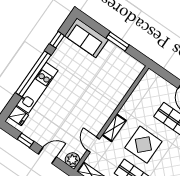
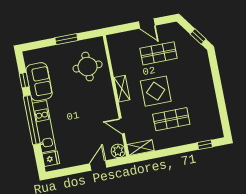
sofa: (86, 38) -> (39, 82), moved, turned -90
round table: (113, 77) -> (88, 67), added
shelving: (114, 128) -> (122, 89), moved
window: (26, 140) -> (73, 170), removed

